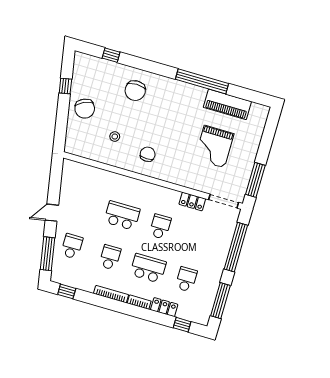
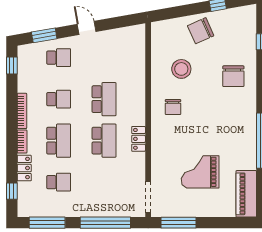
chair: (135, 91) -> (233, 76), turned -90
piano: (227, 104) -> (246, 194), moved
stool: (115, 137) -> (181, 69), width x1.89, depth x1.89
chair: (148, 154) -> (173, 107), turned 90
locker: (192, 202) -> (139, 139), moved
school desk: (160, 227) -> (104, 141), width x1.85
window: (47, 254) -> (44, 35), width x0.69

